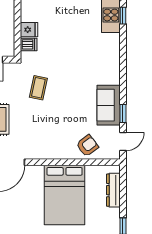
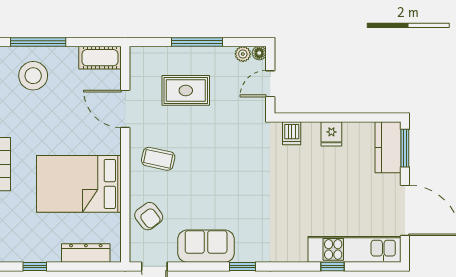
fridge: (29, 30) -> (331, 134), moved
coffee table: (38, 88) -> (158, 159), moved
window: (123, 114) -> (243, 267), moved

